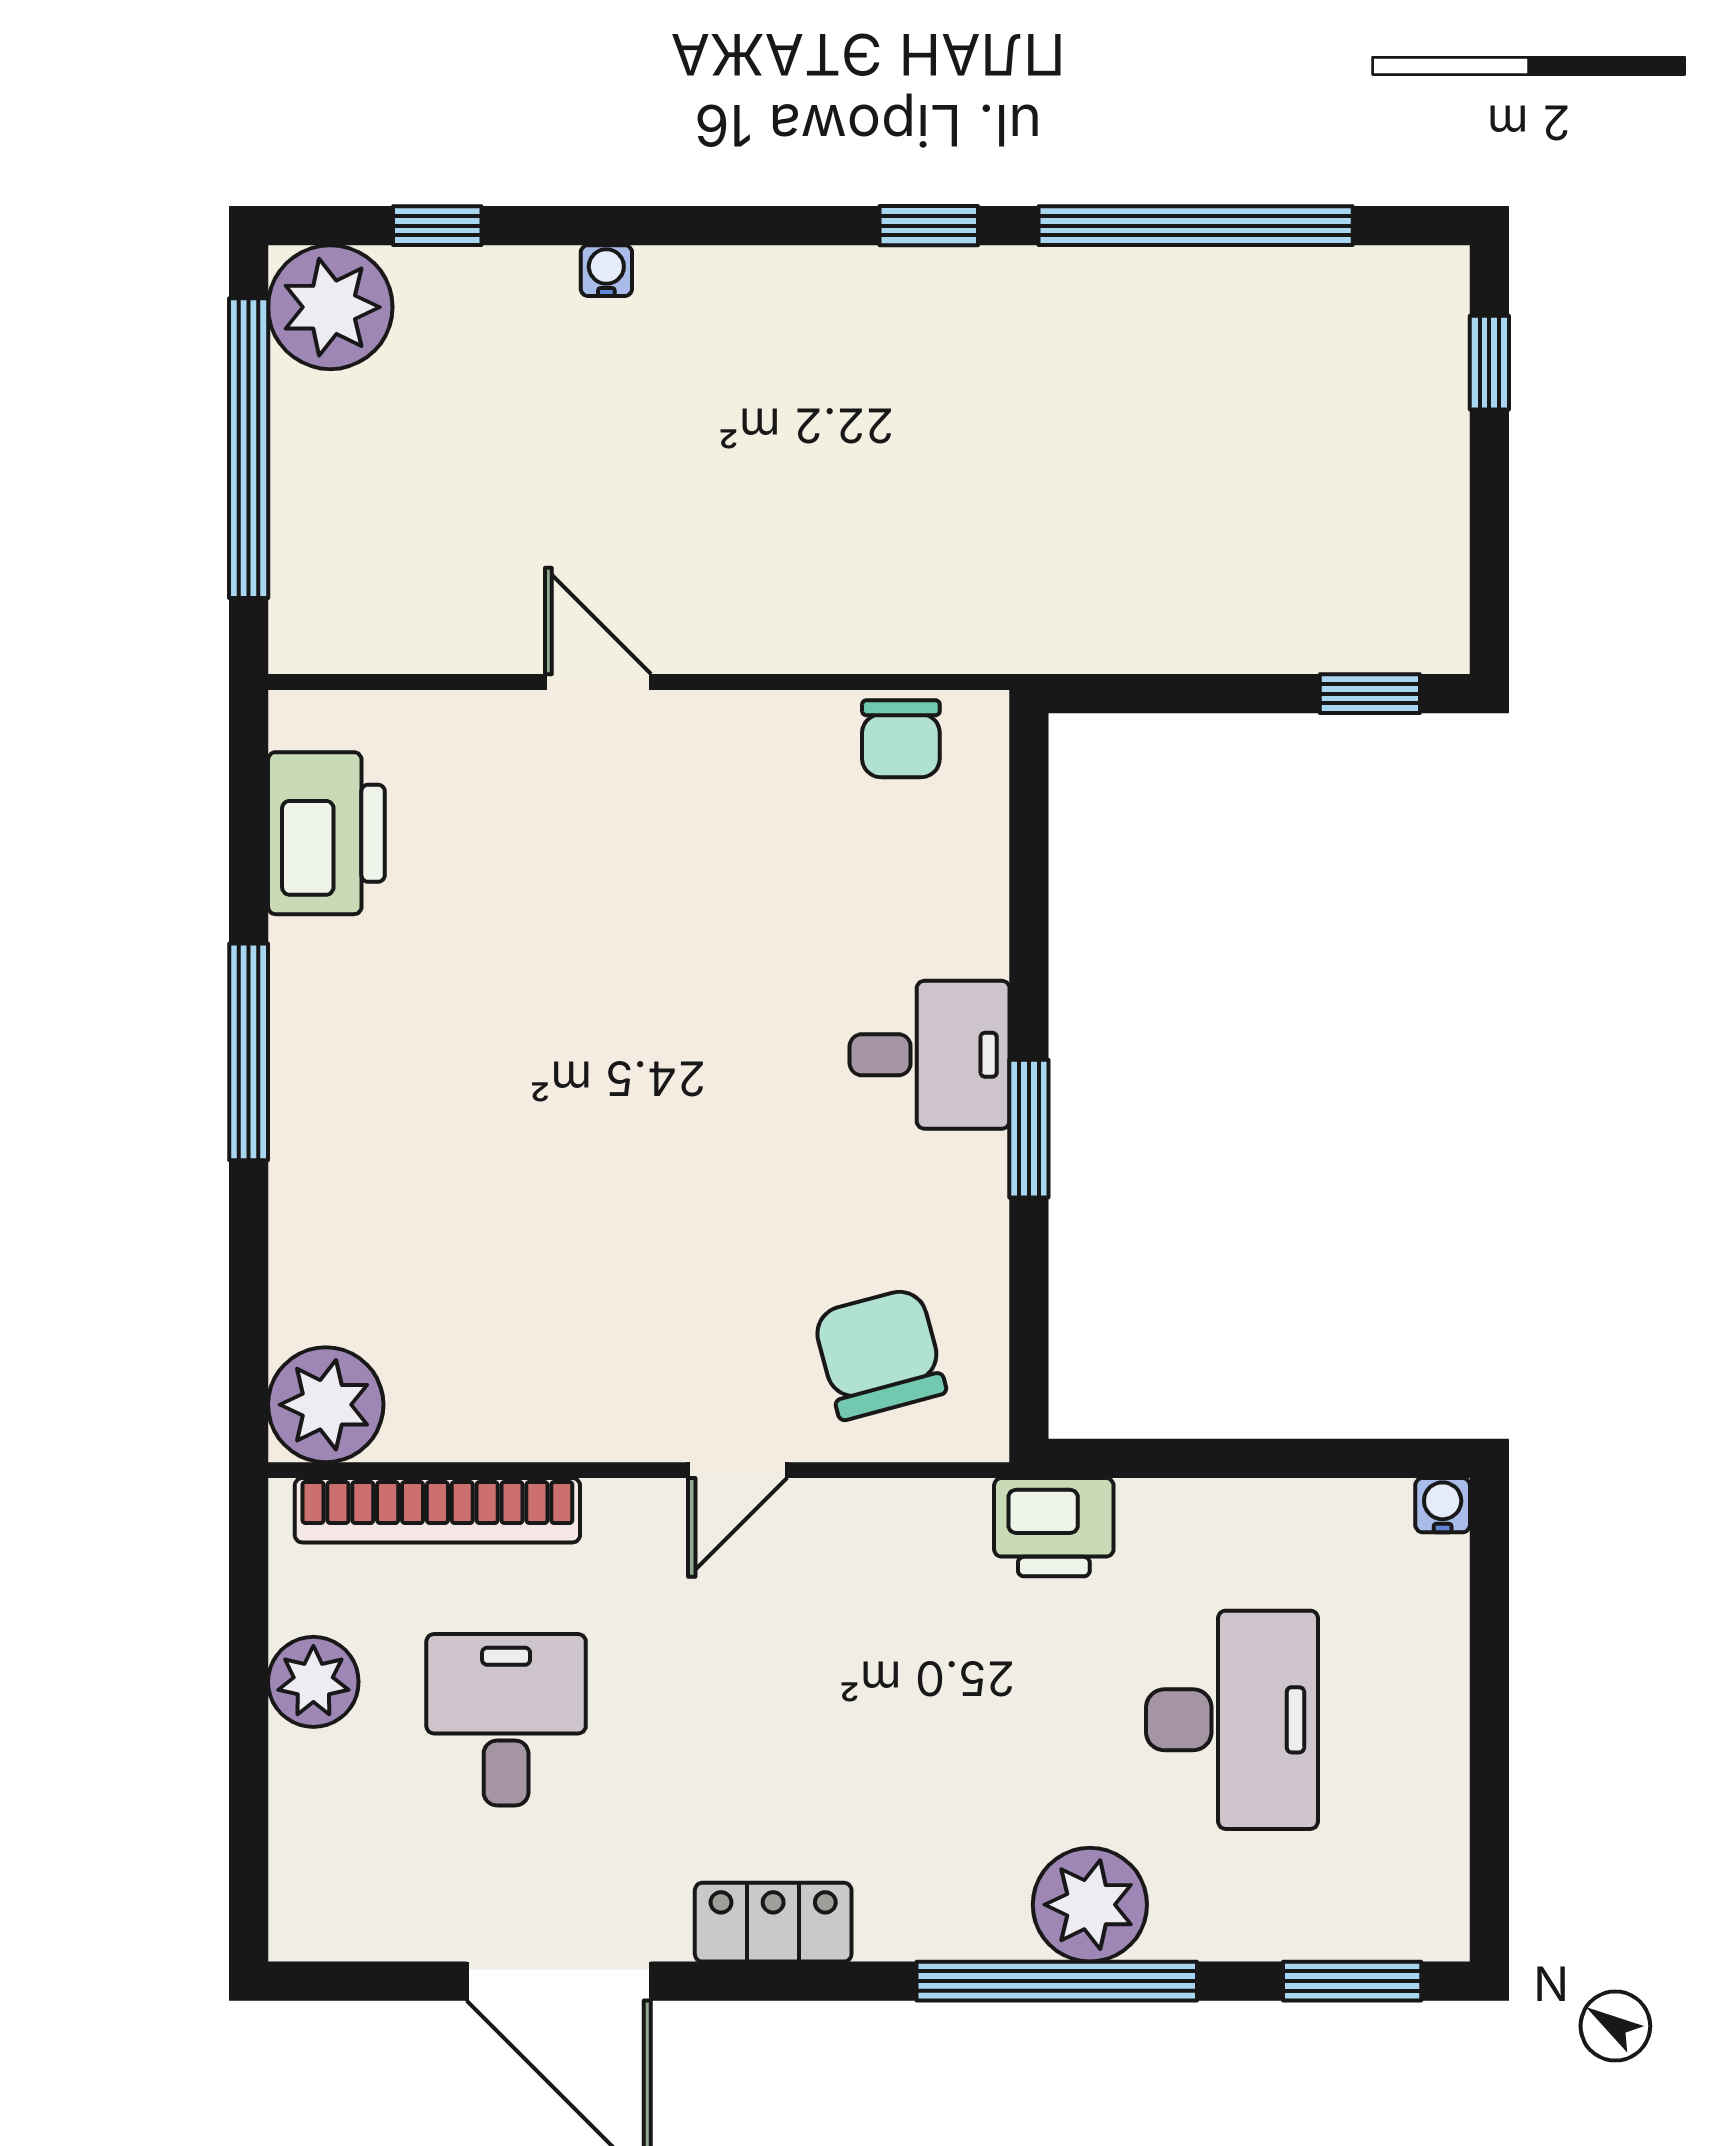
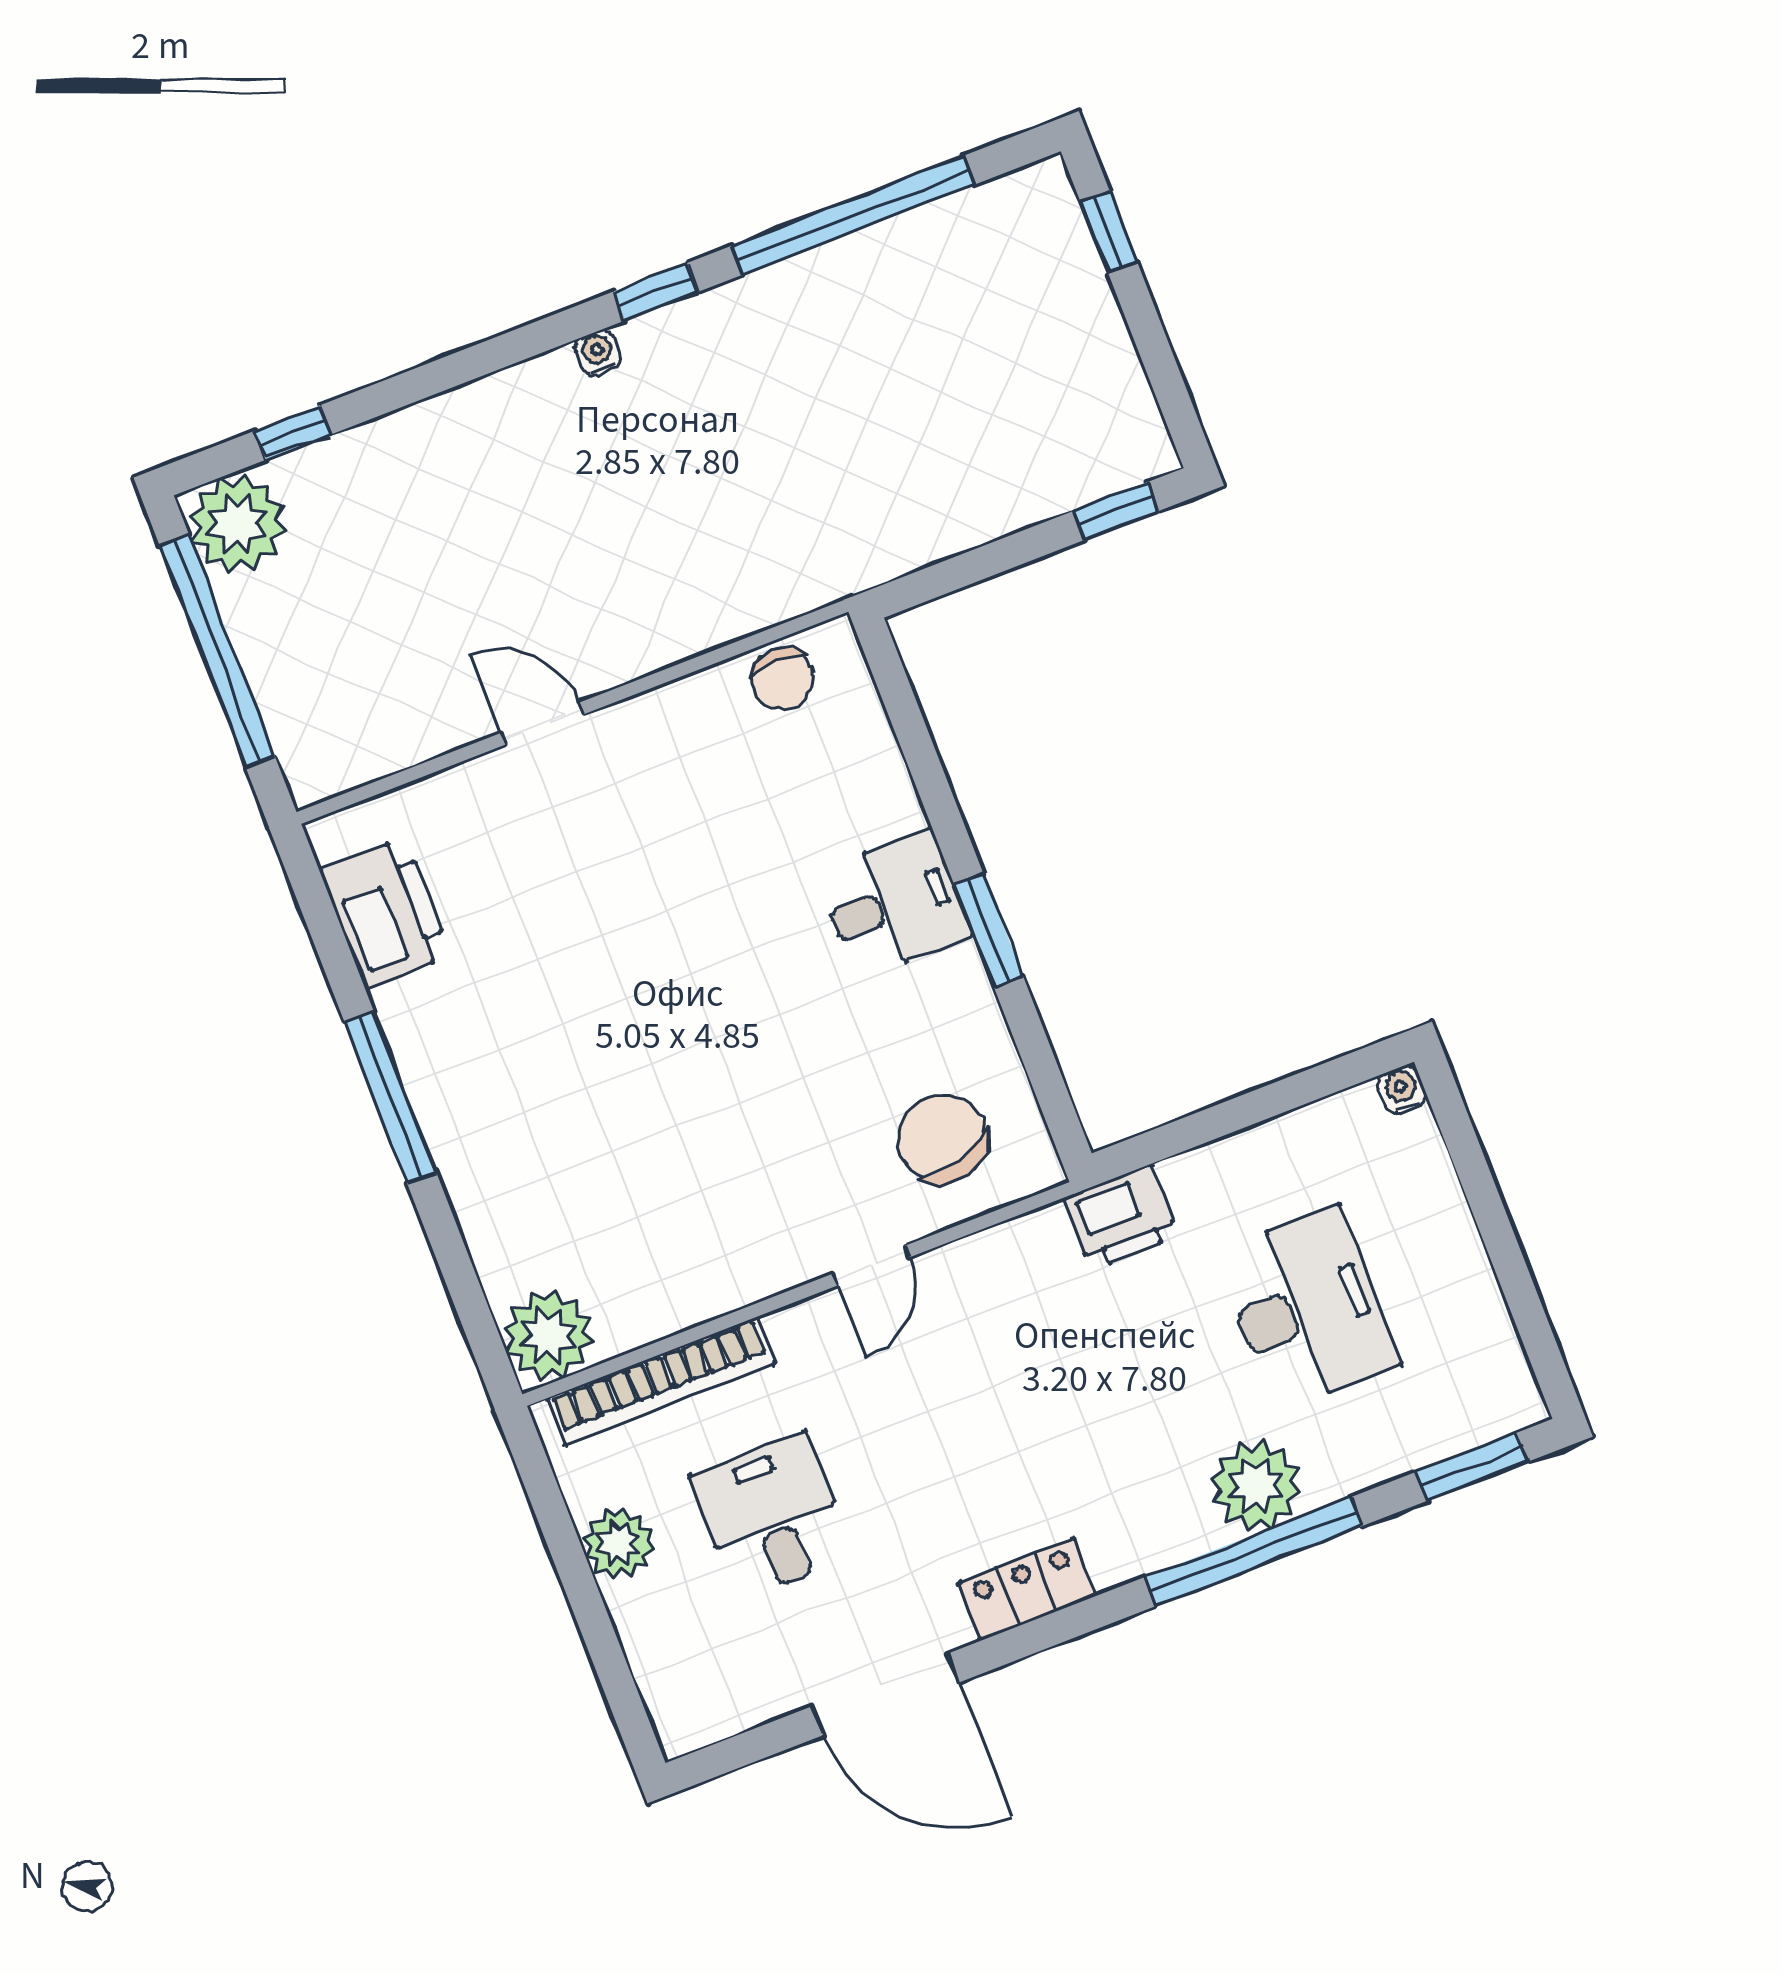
water cooler: (606, 271) -> (598, 353), moved

